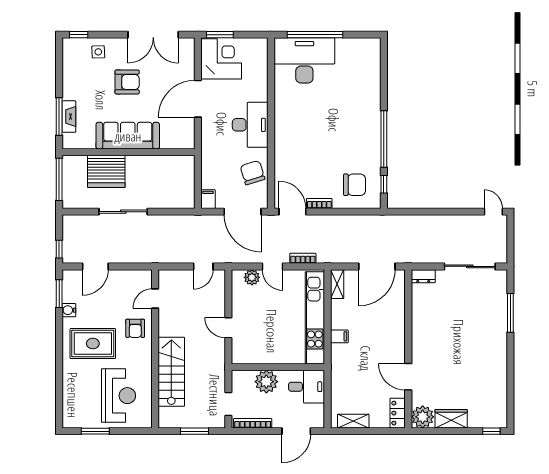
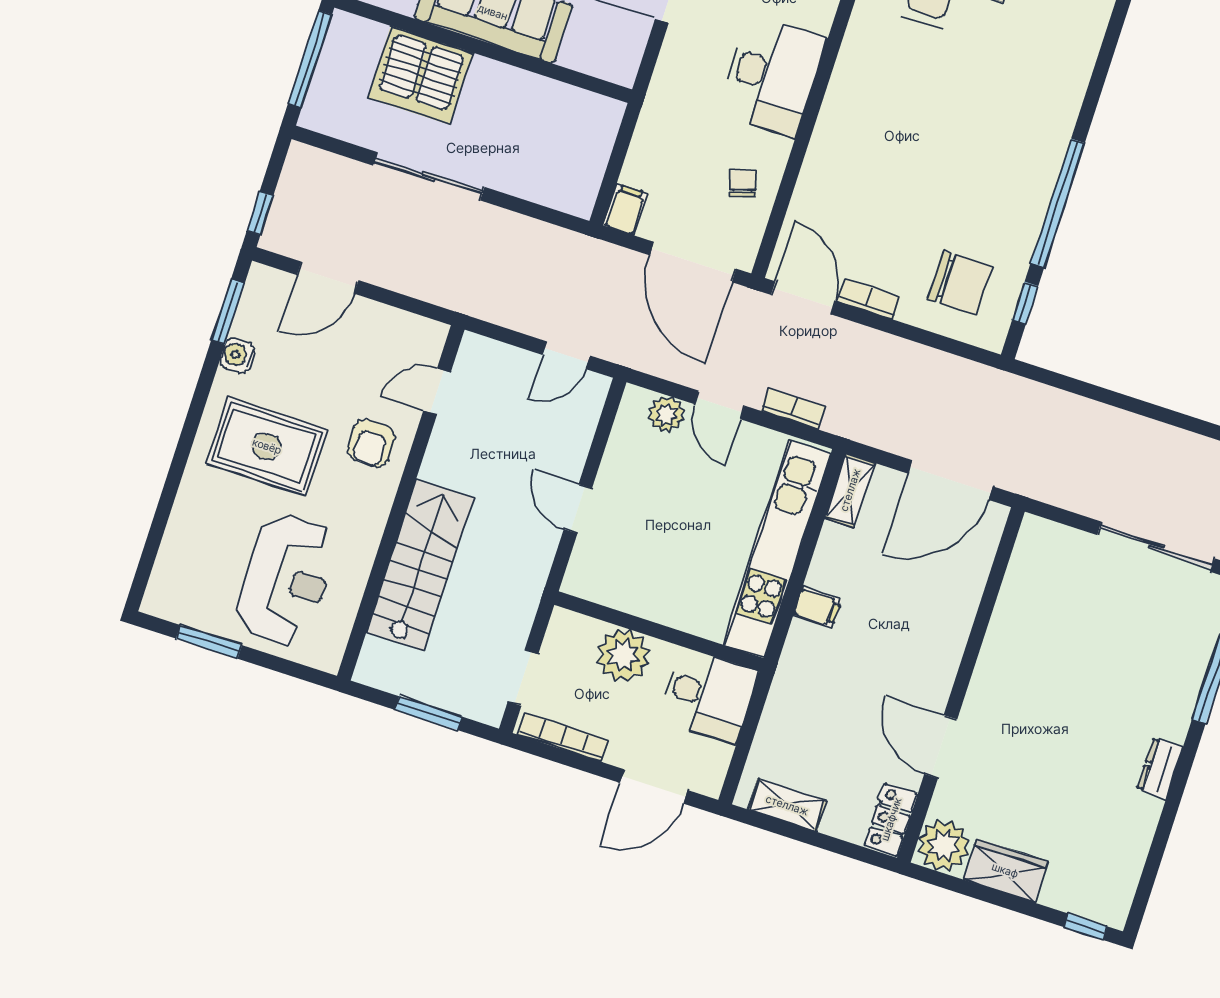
chair: (253, 173) -> (743, 183), width x0.54, depth x0.54
dresser: (423, 276) -> (1160, 768), moved, turned 90

